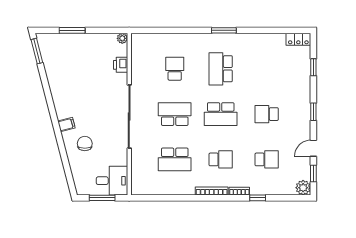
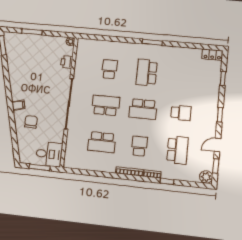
school desk: (267, 114) -> (181, 113), turned 180
school desk: (221, 159) -> (139, 146), turned -90
school desk: (267, 159) -> (178, 150), width x1.85

